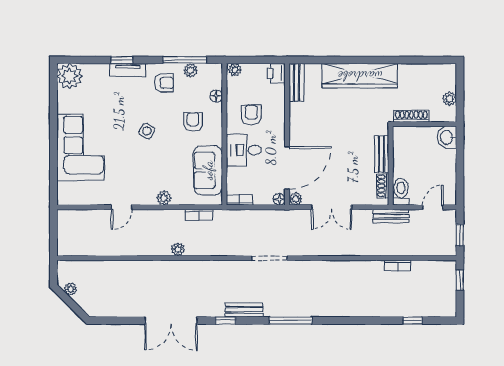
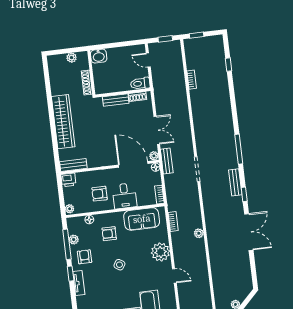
window: (122, 60) -> (71, 274), moved
plant: (164, 198) -> (161, 252), width x1.87, depth x1.87
bench: (391, 216) -> (167, 161), moved

